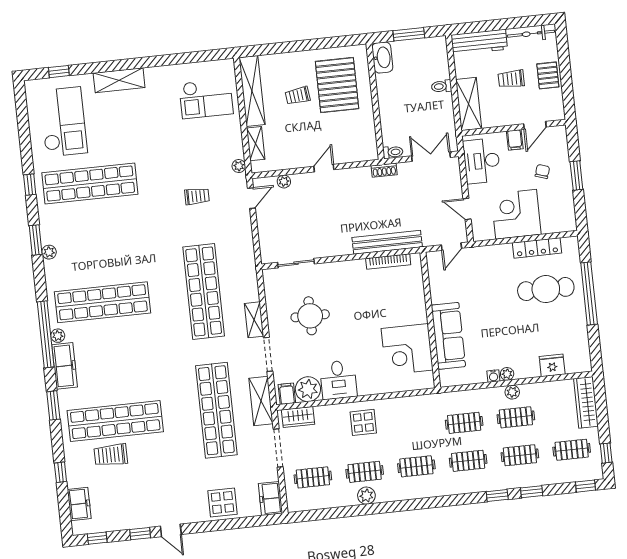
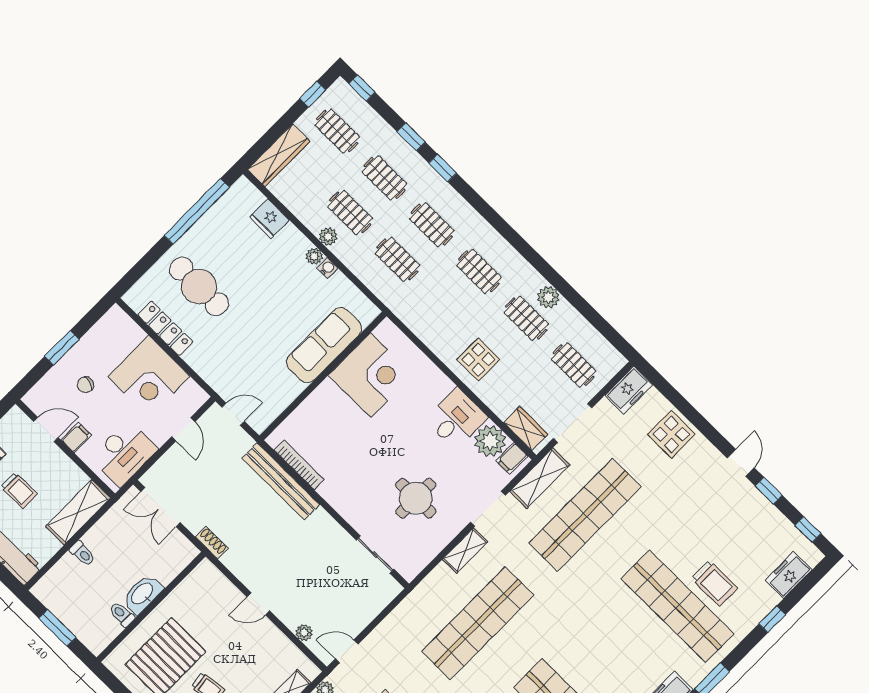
washbasin: (382, 58) -> (143, 594), moved
toilet: (393, 152) -> (122, 614), moved
window: (589, 293) -> (197, 211), moved

